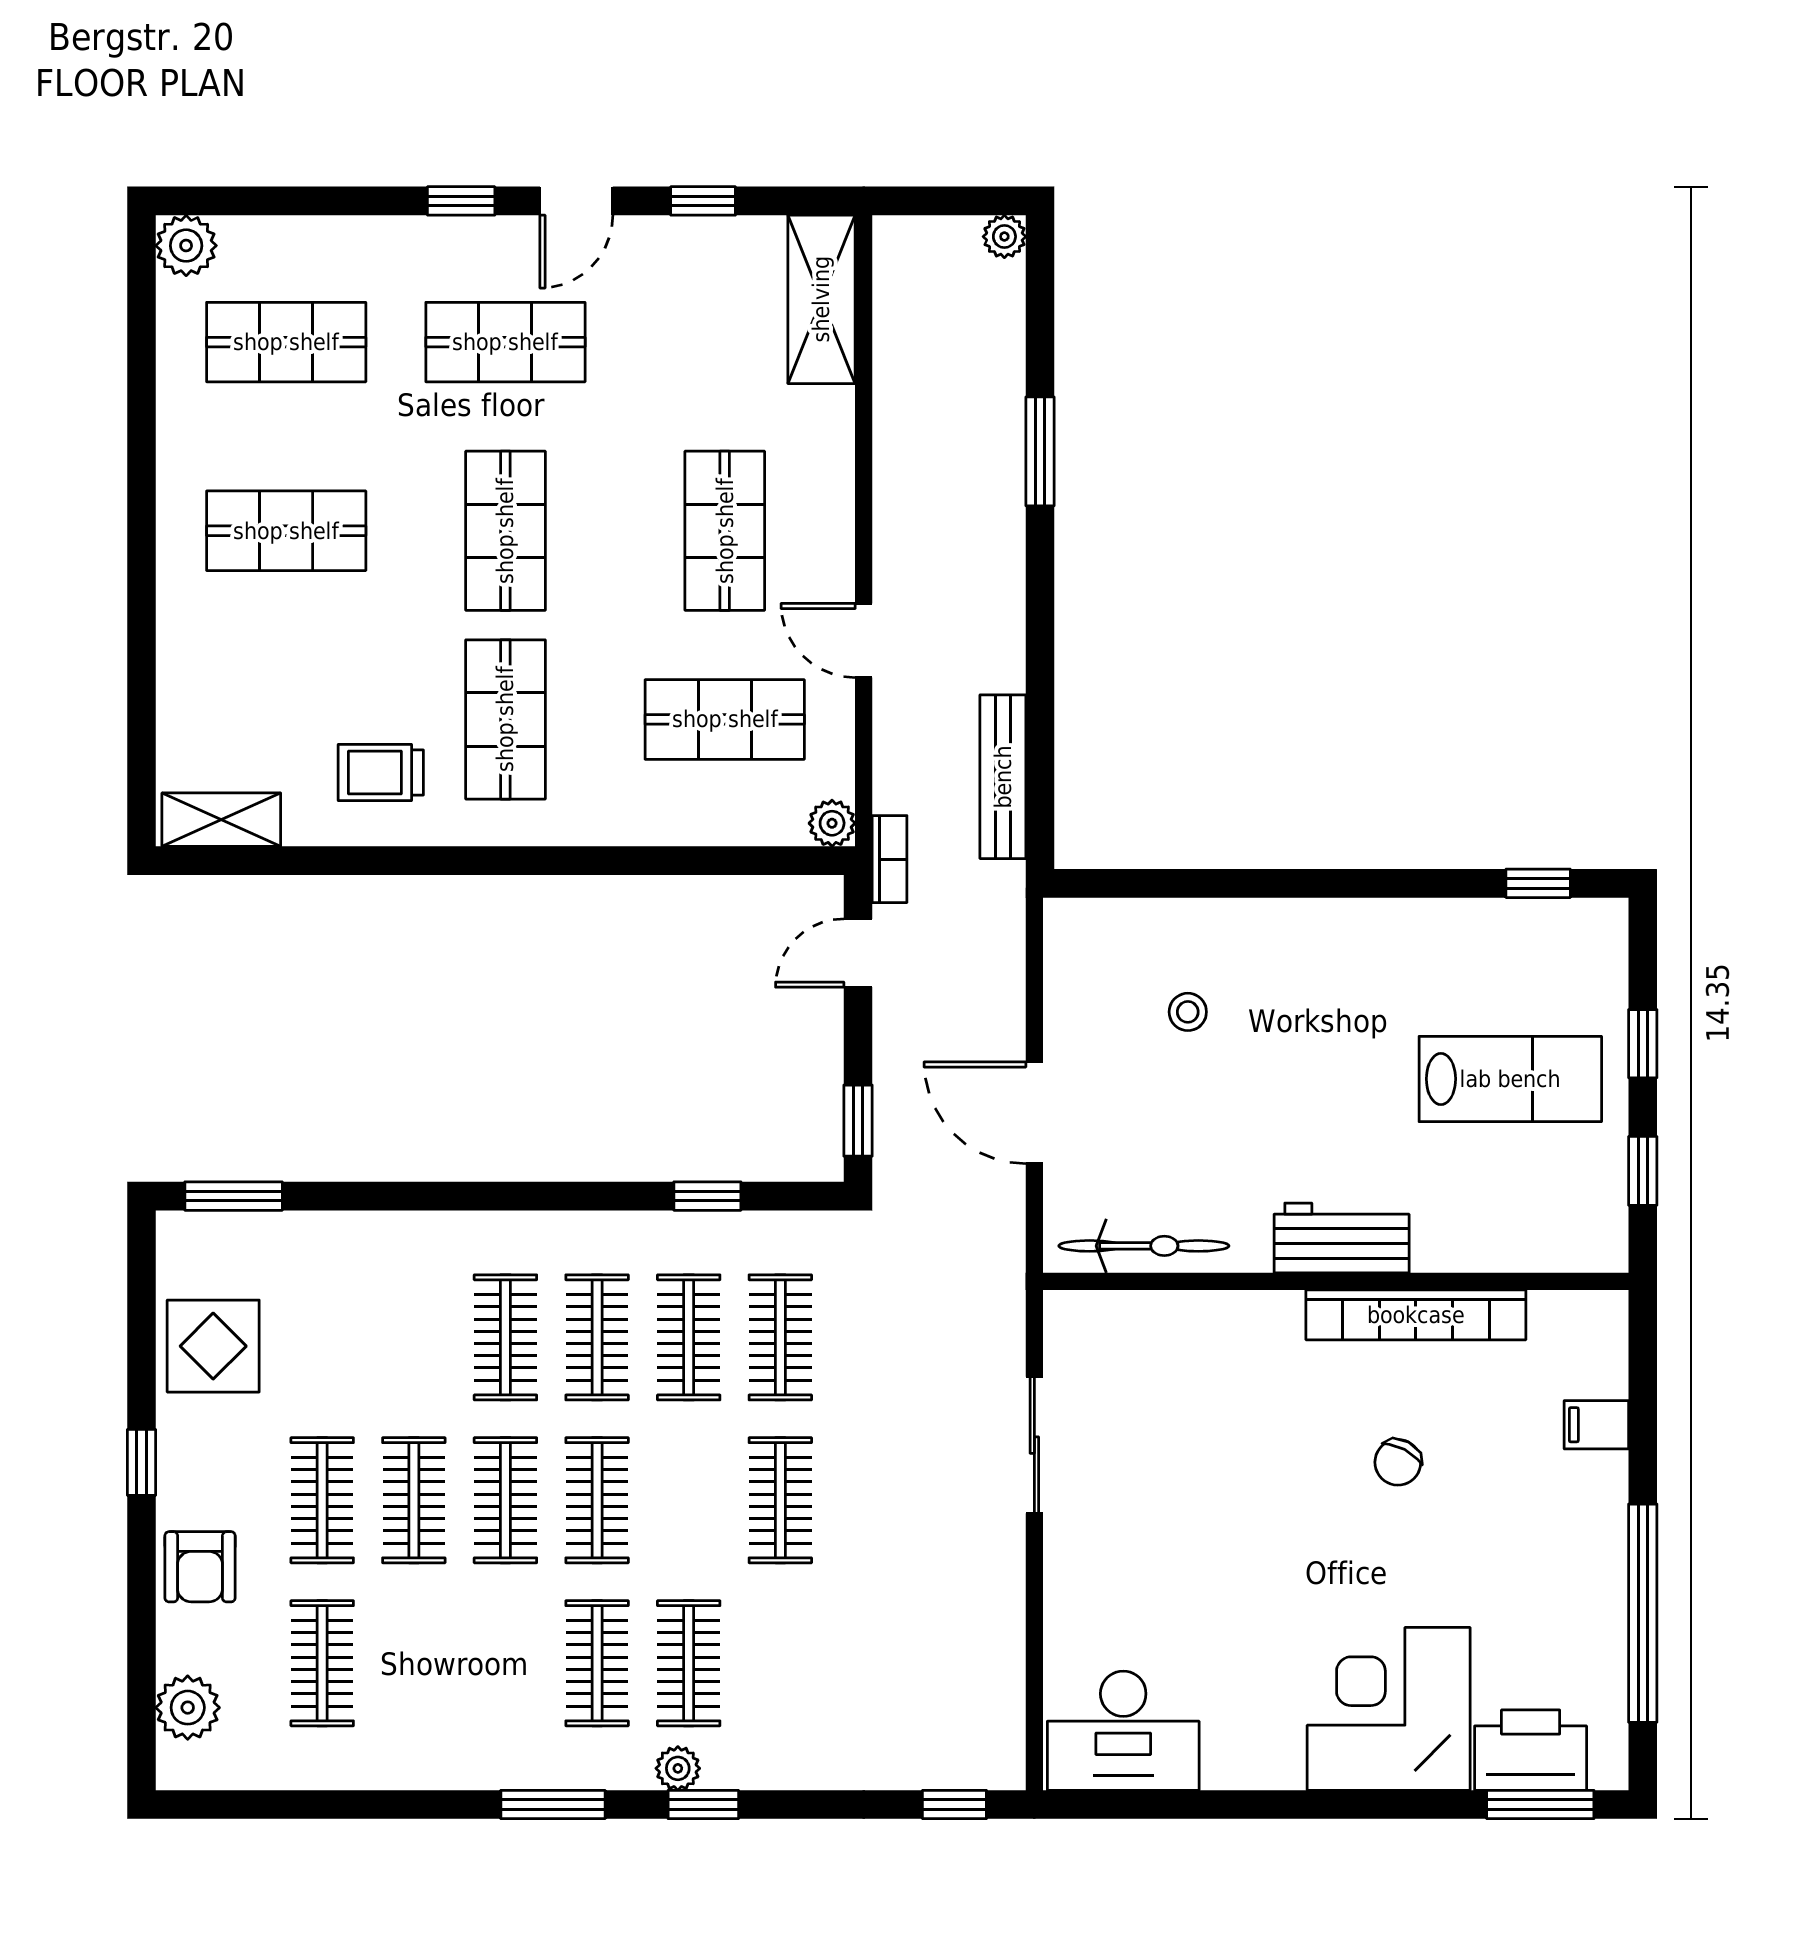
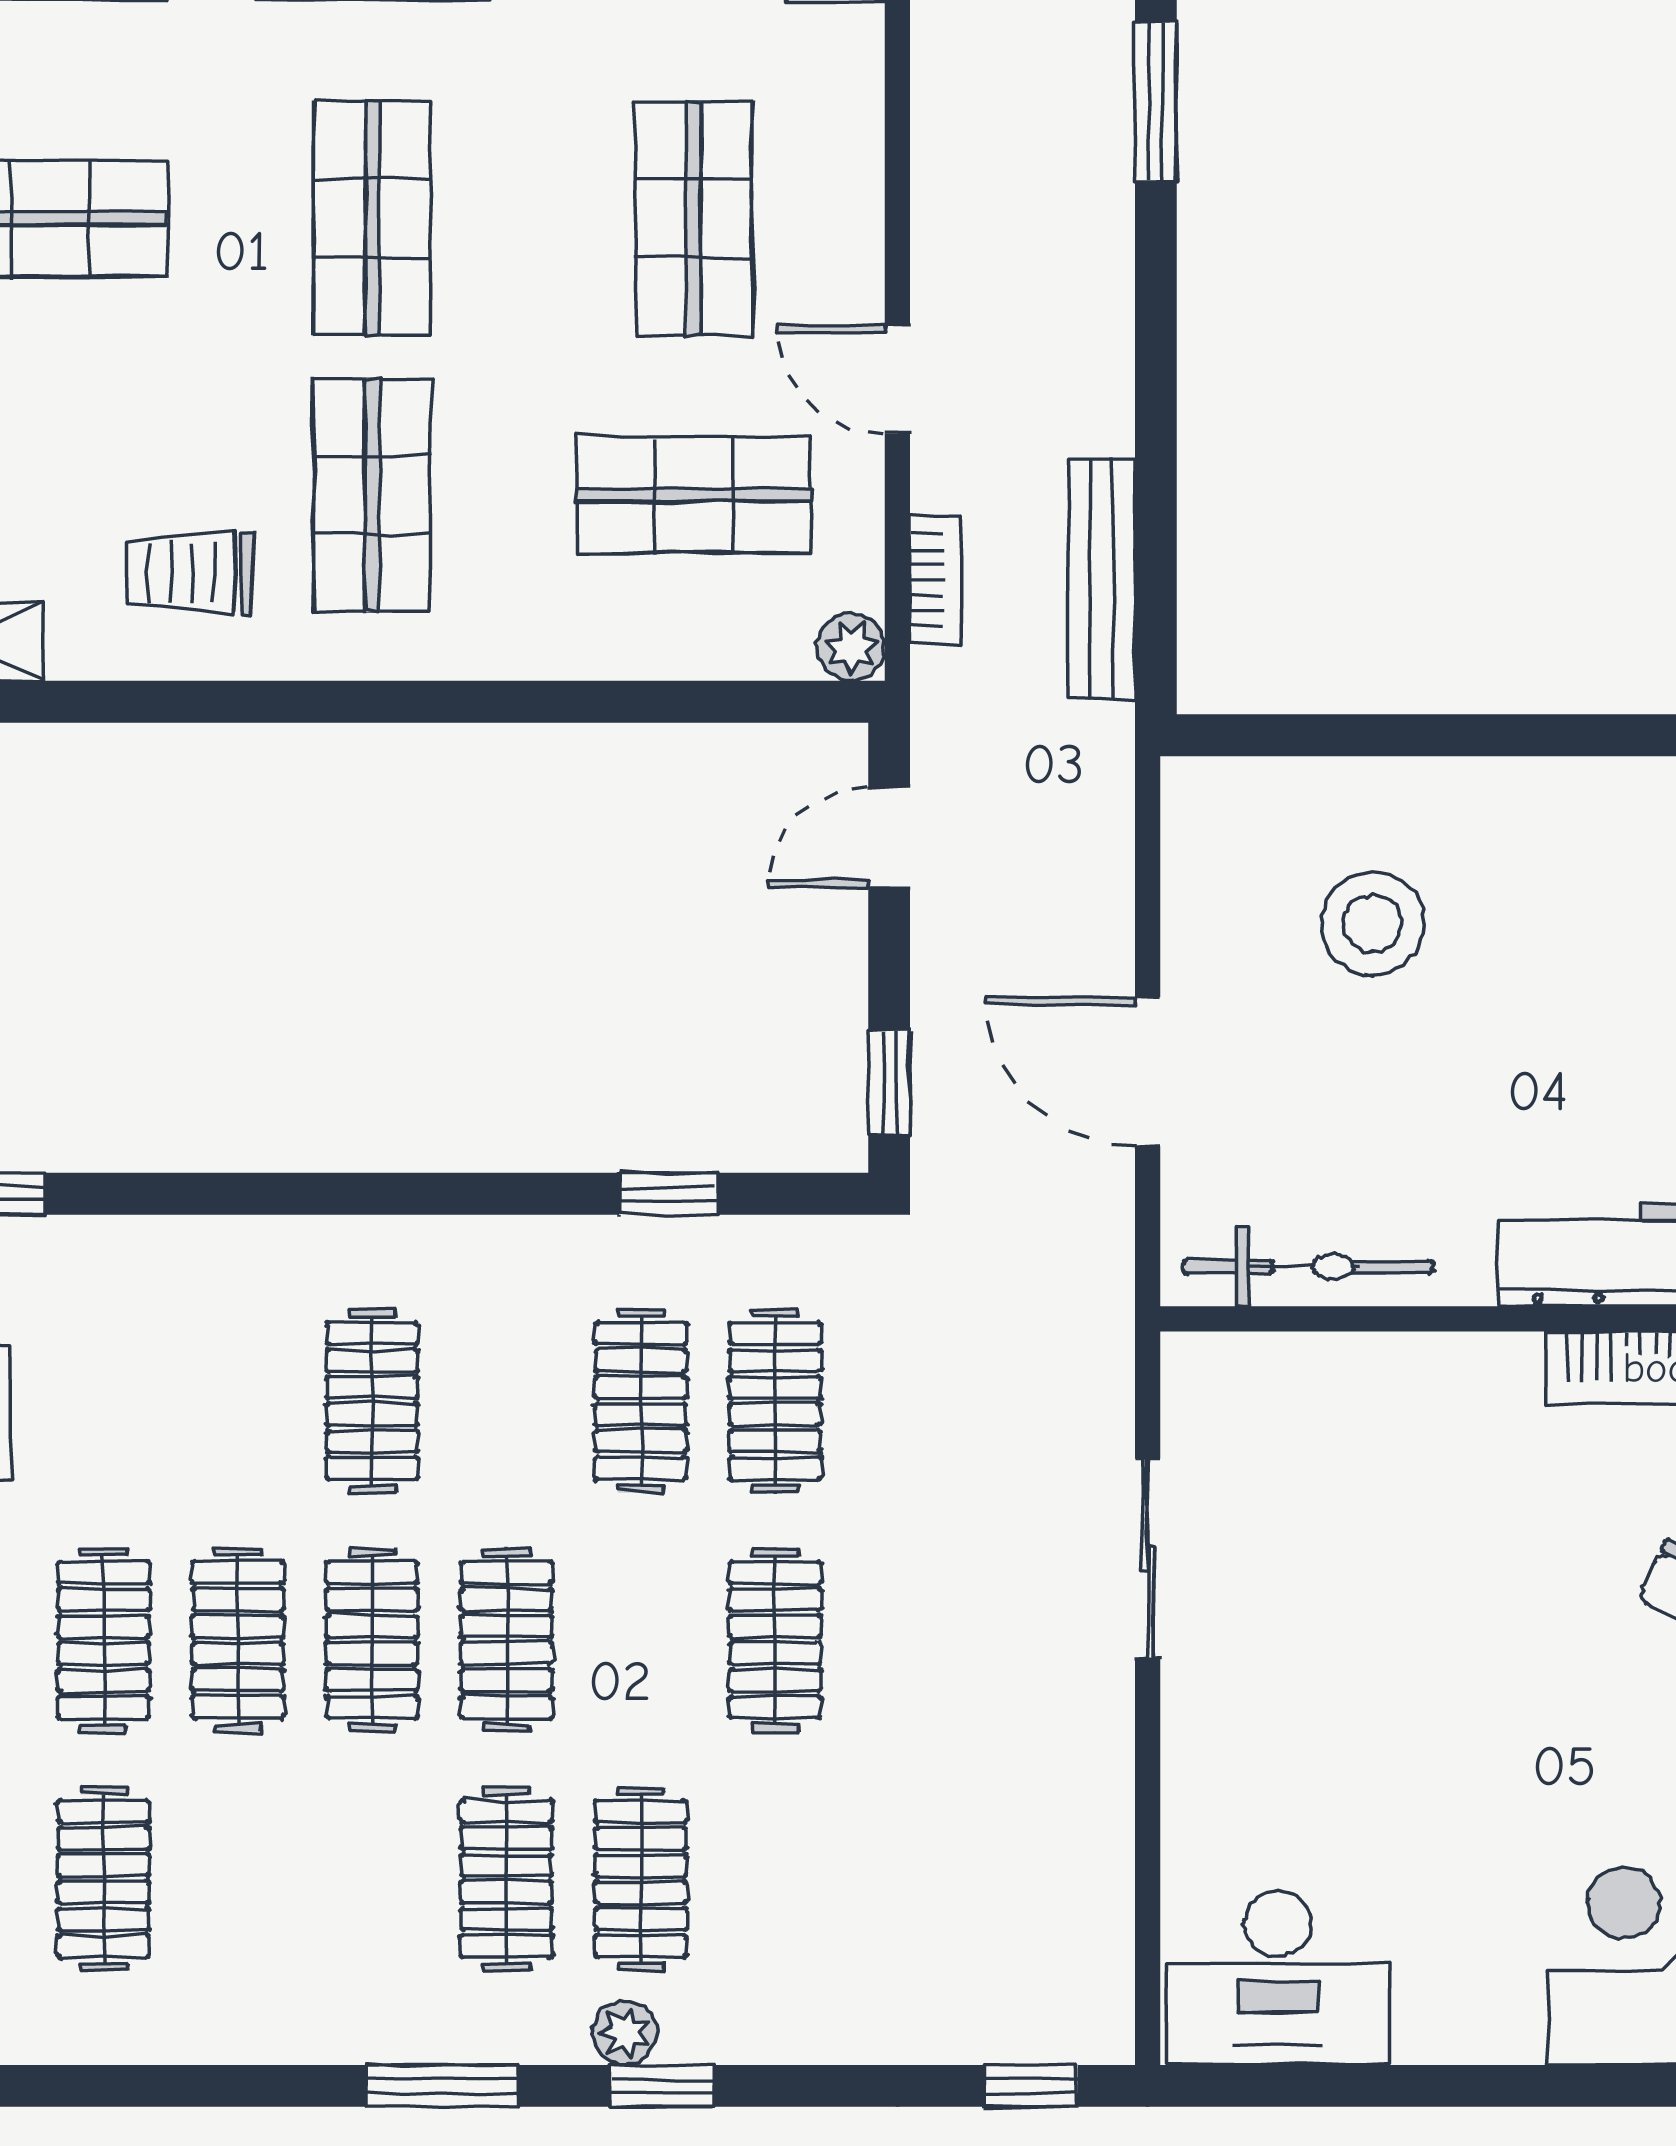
bookcase: (890, 859) -> (935, 580), moved
stool: (1188, 1012) -> (1373, 924), width x1.89, depth x1.89
clothes rail: (597, 1337) -> (507, 1401), removed

